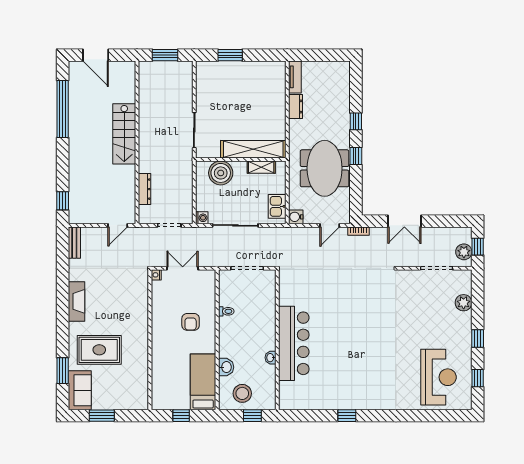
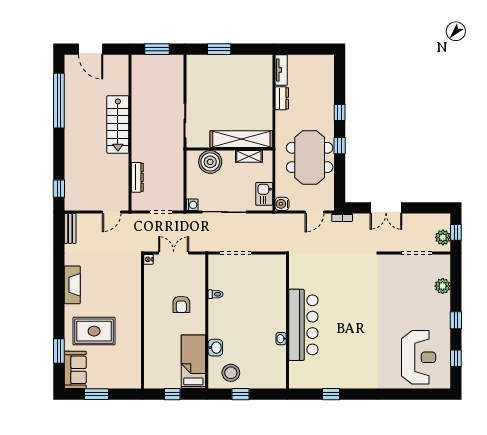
wall: (277, 340) -> (288, 322), moved
bar counter: (294, 343) -> (303, 325), moved
washbasin: (270, 358) -> (281, 339), moved

